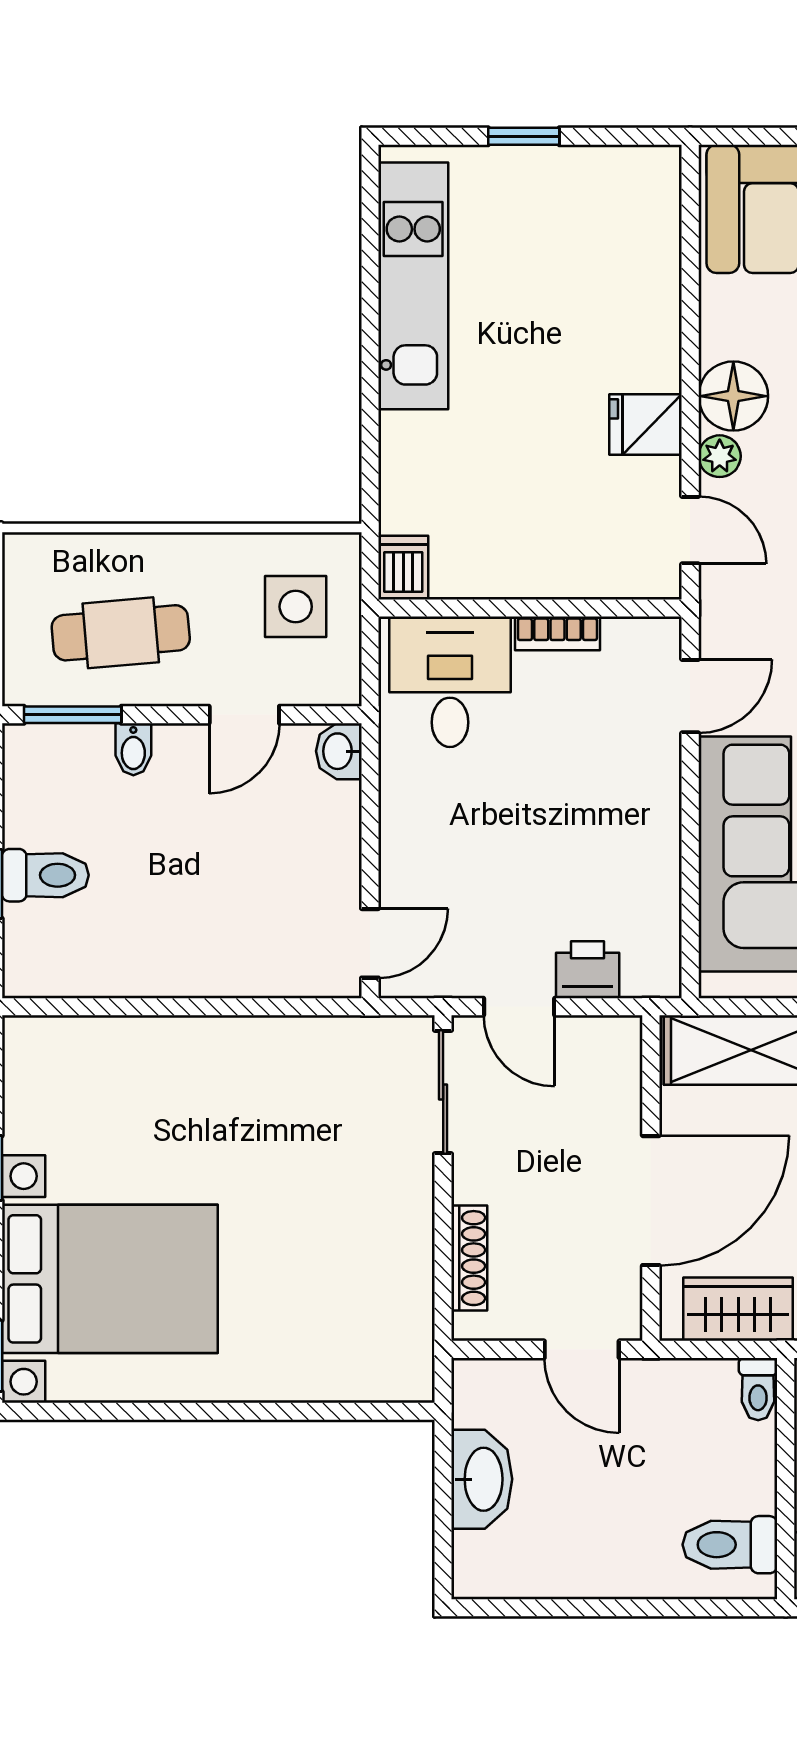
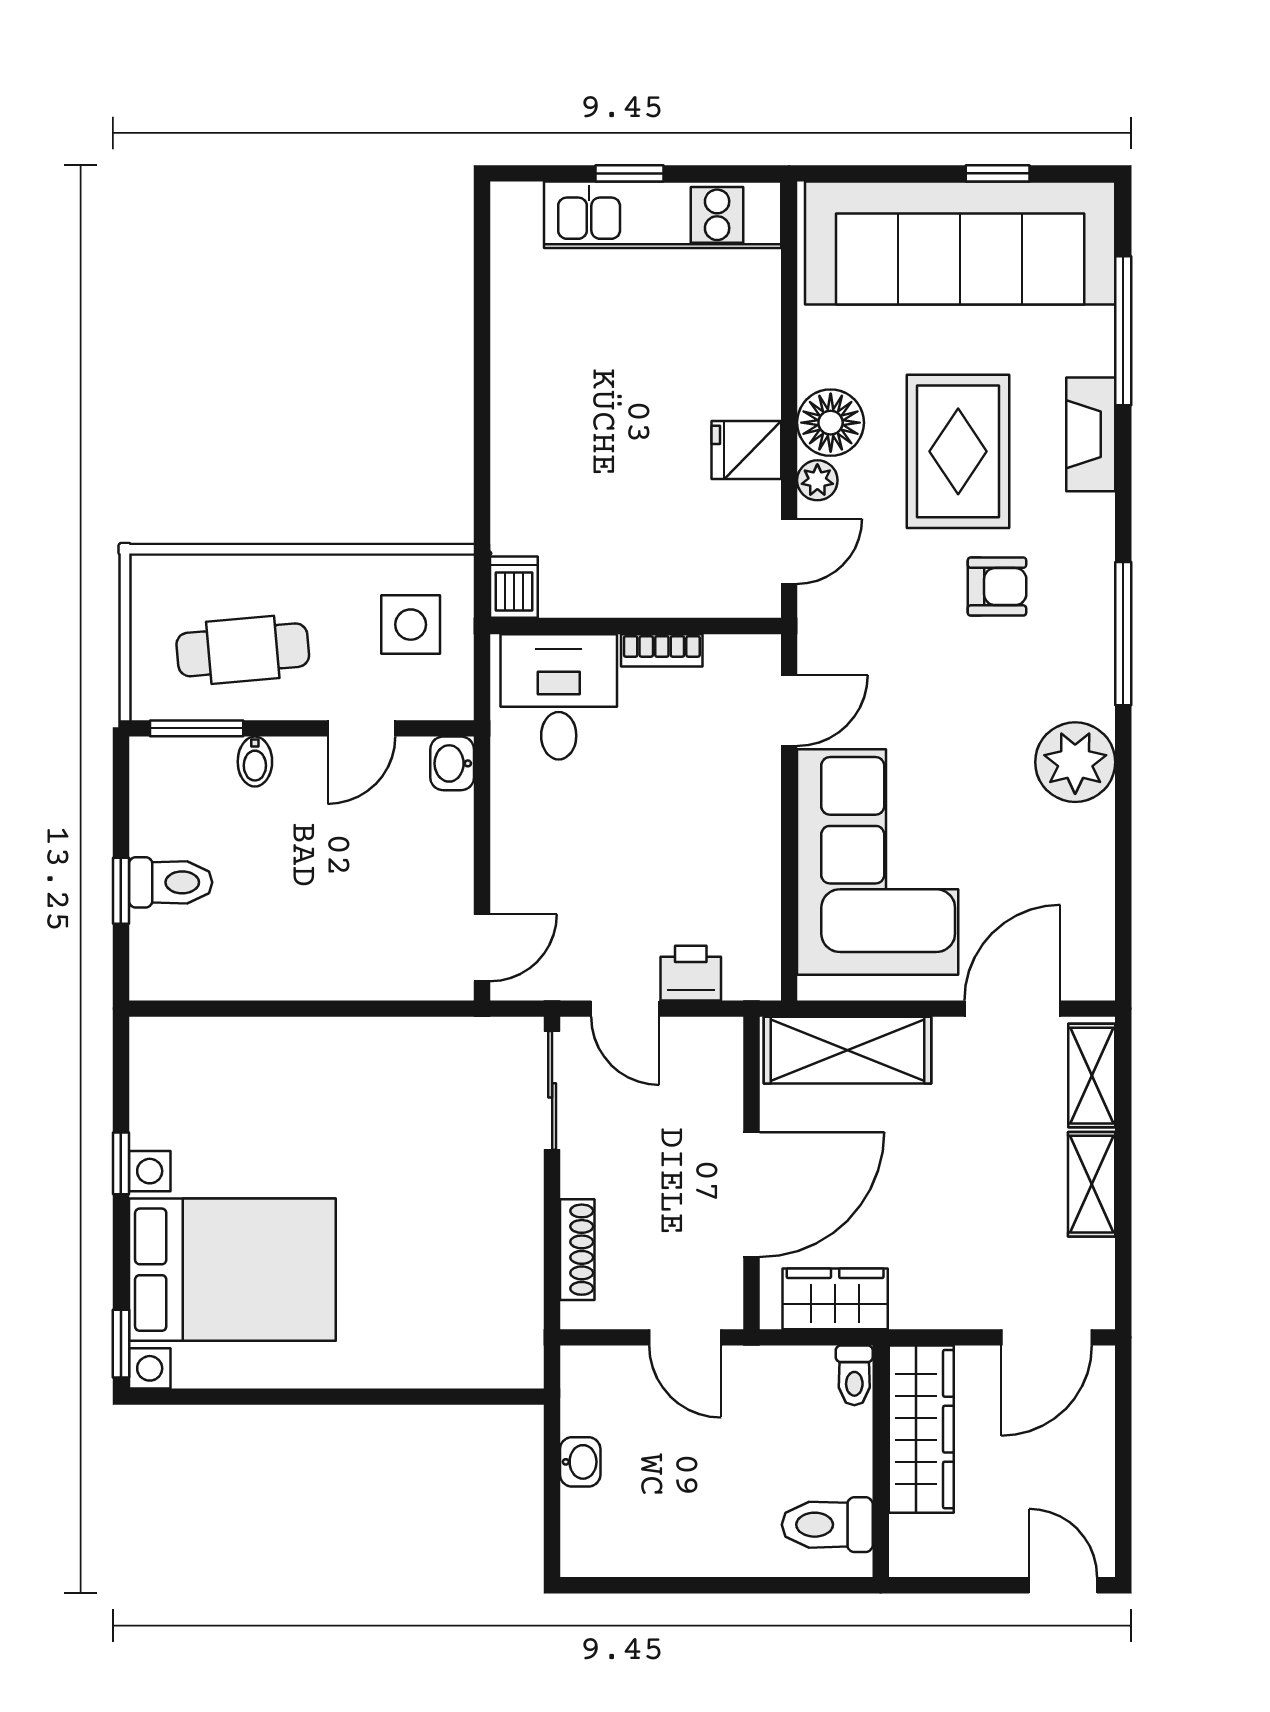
kitchen unit: (413, 286) -> (663, 215), moved, turned 90
door: (690, 530) -> (789, 551), hinge flipped
washbasin: (482, 1479) -> (580, 1462), width x0.52, depth x0.69

